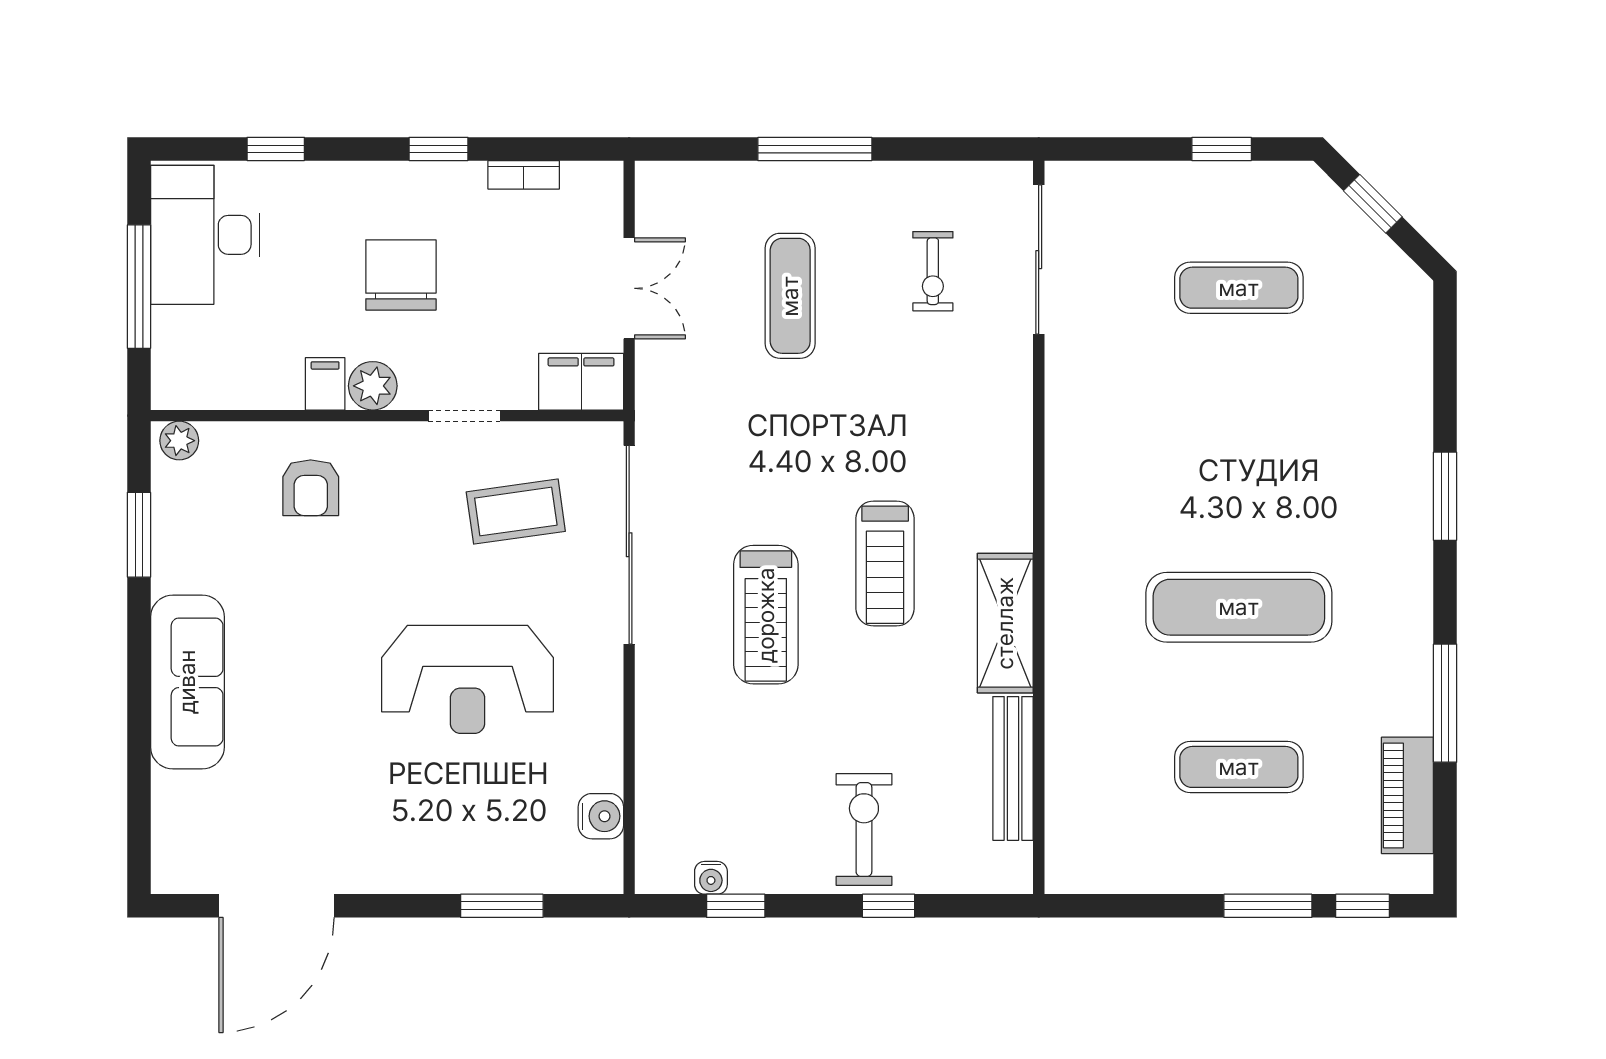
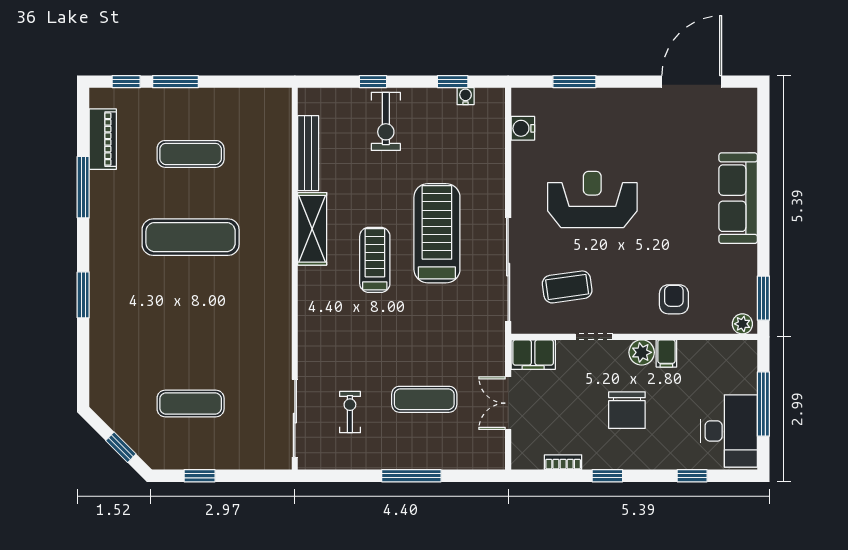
exercise mat: (790, 296) -> (424, 399), turned 90
window: (139, 535) -> (763, 298), moved
treadmill: (766, 615) -> (437, 233), width x1.37, depth x1.38

